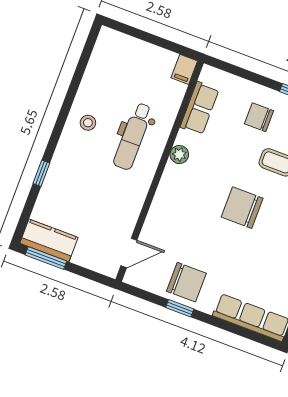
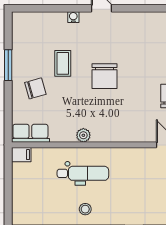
row of seats: (200, 108) -> (30, 133), moved
chair: (259, 117) -> (35, 88), turned -106

